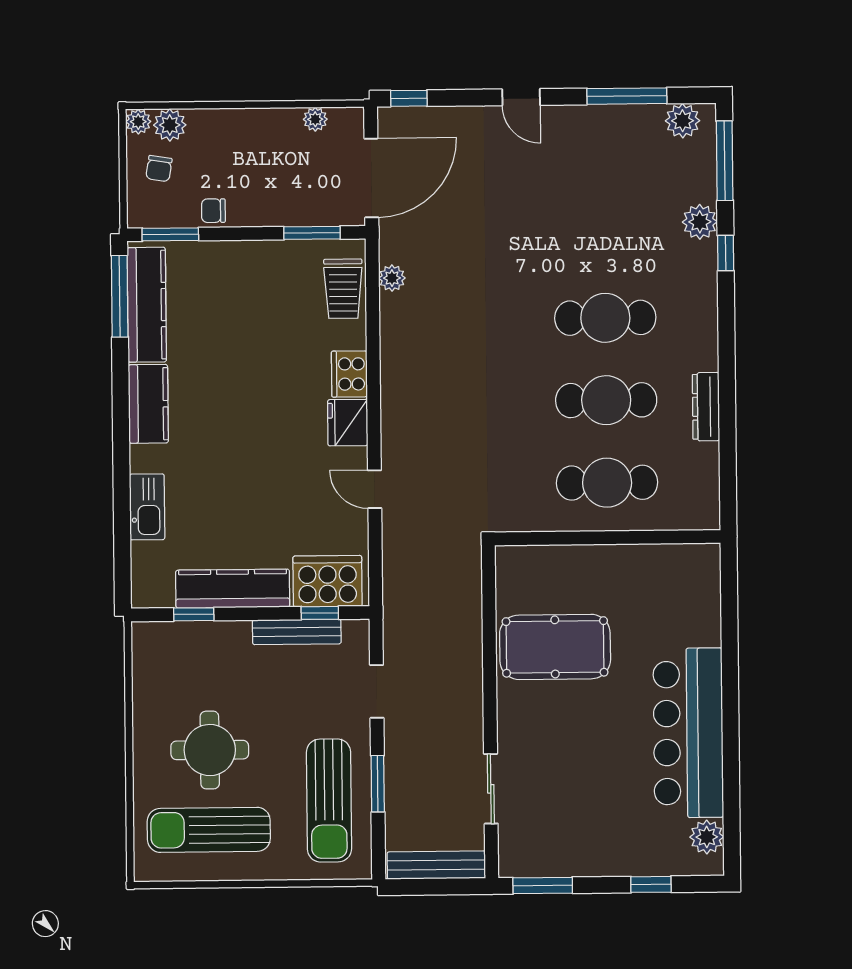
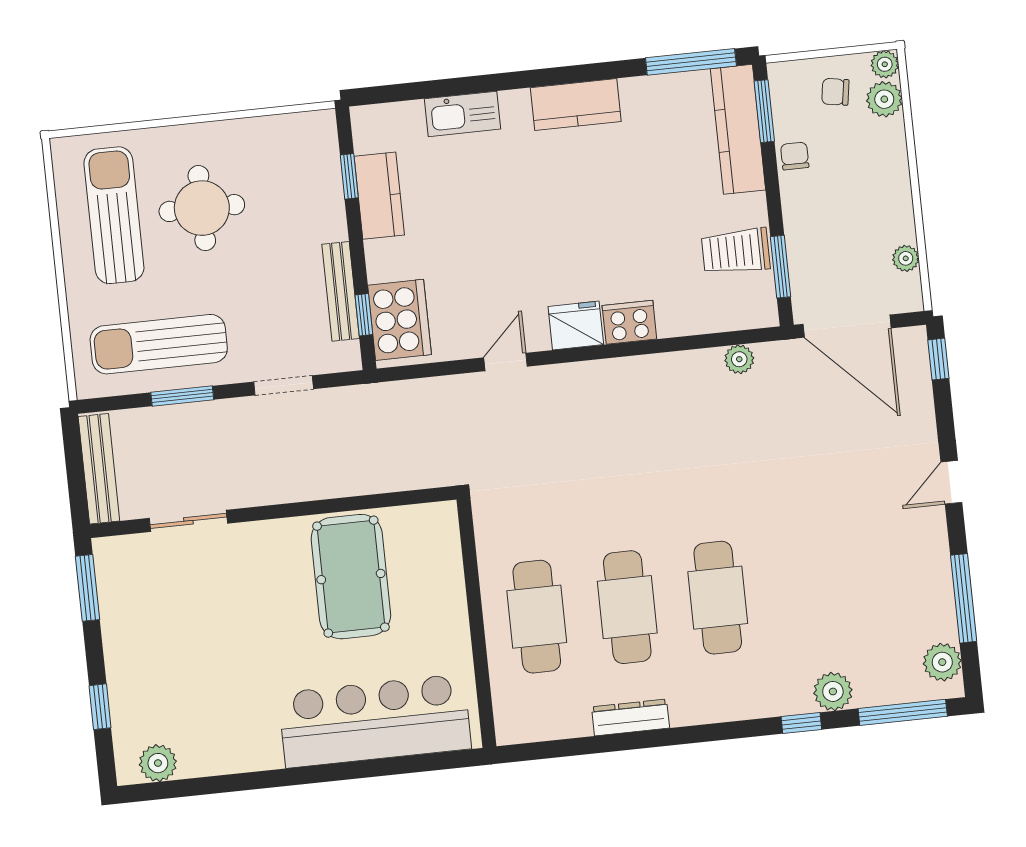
trolley: (343, 289) -> (736, 251), moved
kitchen counter: (147, 305) -> (738, 129), moved, turned 90
kitchen counter: (233, 589) -> (379, 196), width x0.67
bar counter: (688, 733) -> (375, 721), moved

